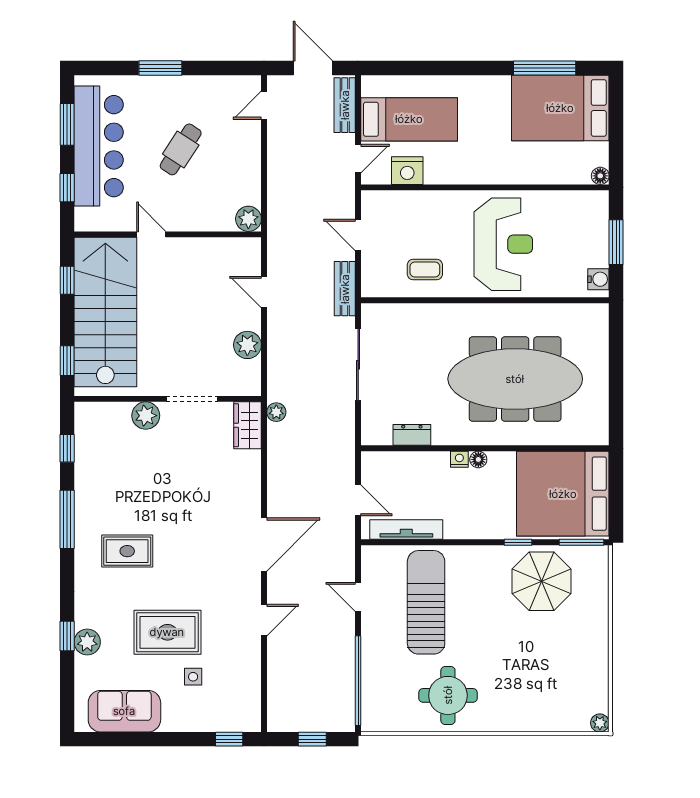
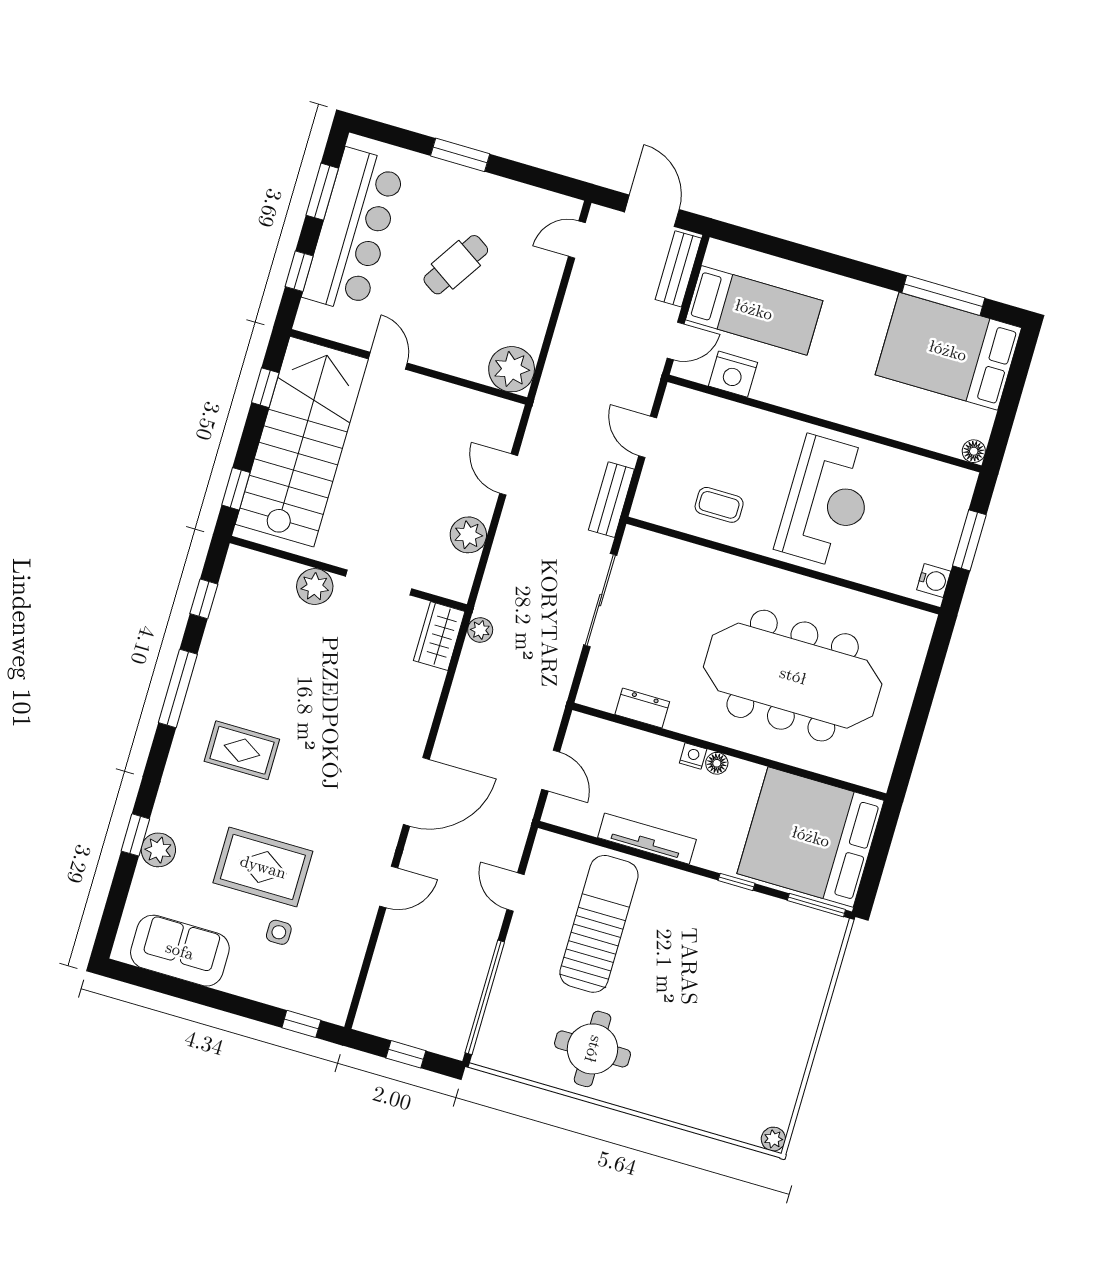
plant: (248, 219) -> (512, 369), width x1.36, depth x1.36
tv unit: (406, 530) -> (647, 839), moved
parasol: (541, 581) -> (752, 940), removed

